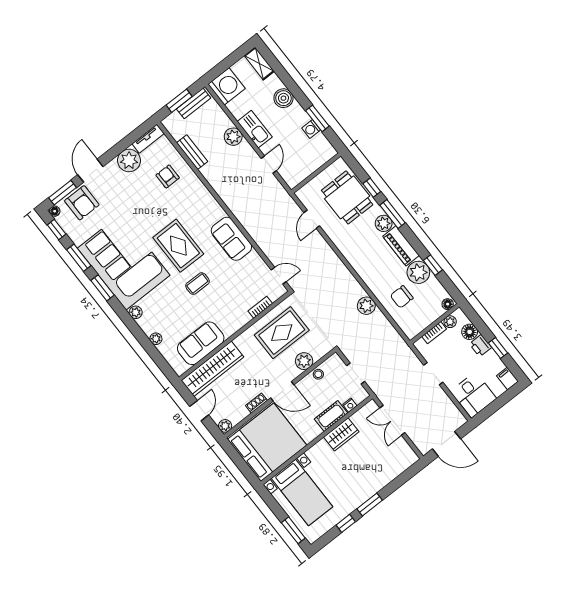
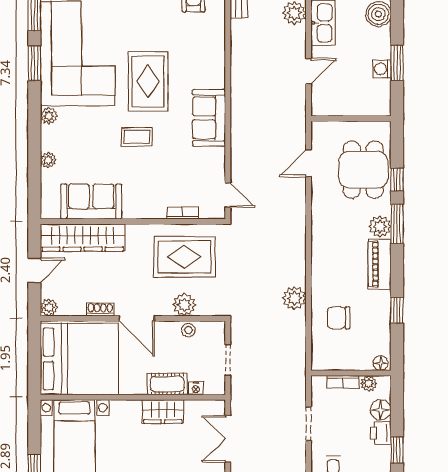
plant: (418, 272) -> (376, 306), removed

